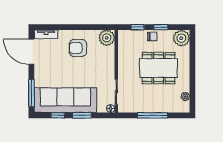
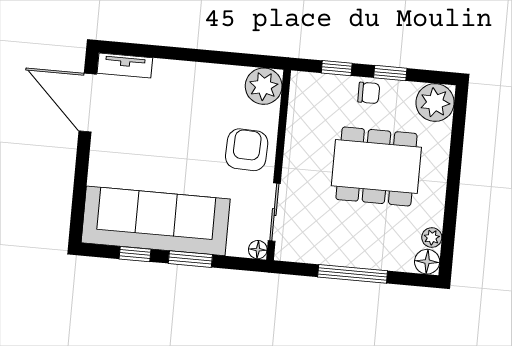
armchair: (78, 48) -> (247, 150), moved, turned 92
window: (31, 93) -> (79, 198), removed
floor lamp: (184, 107) -> (427, 262), added

